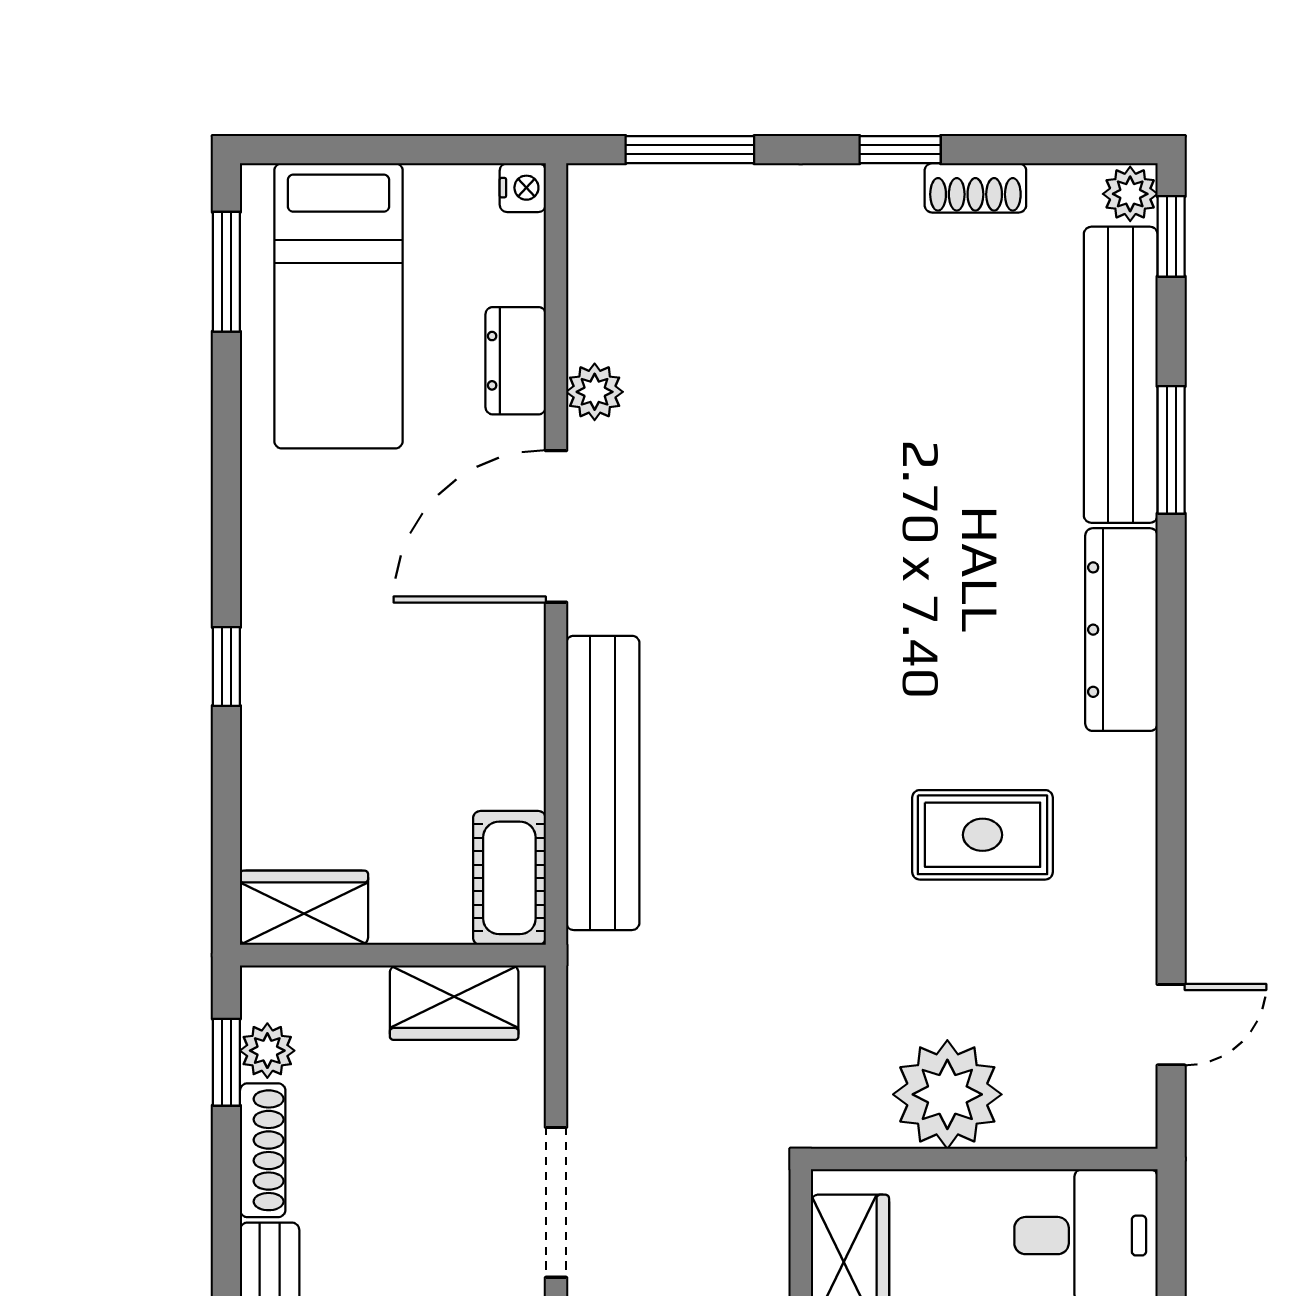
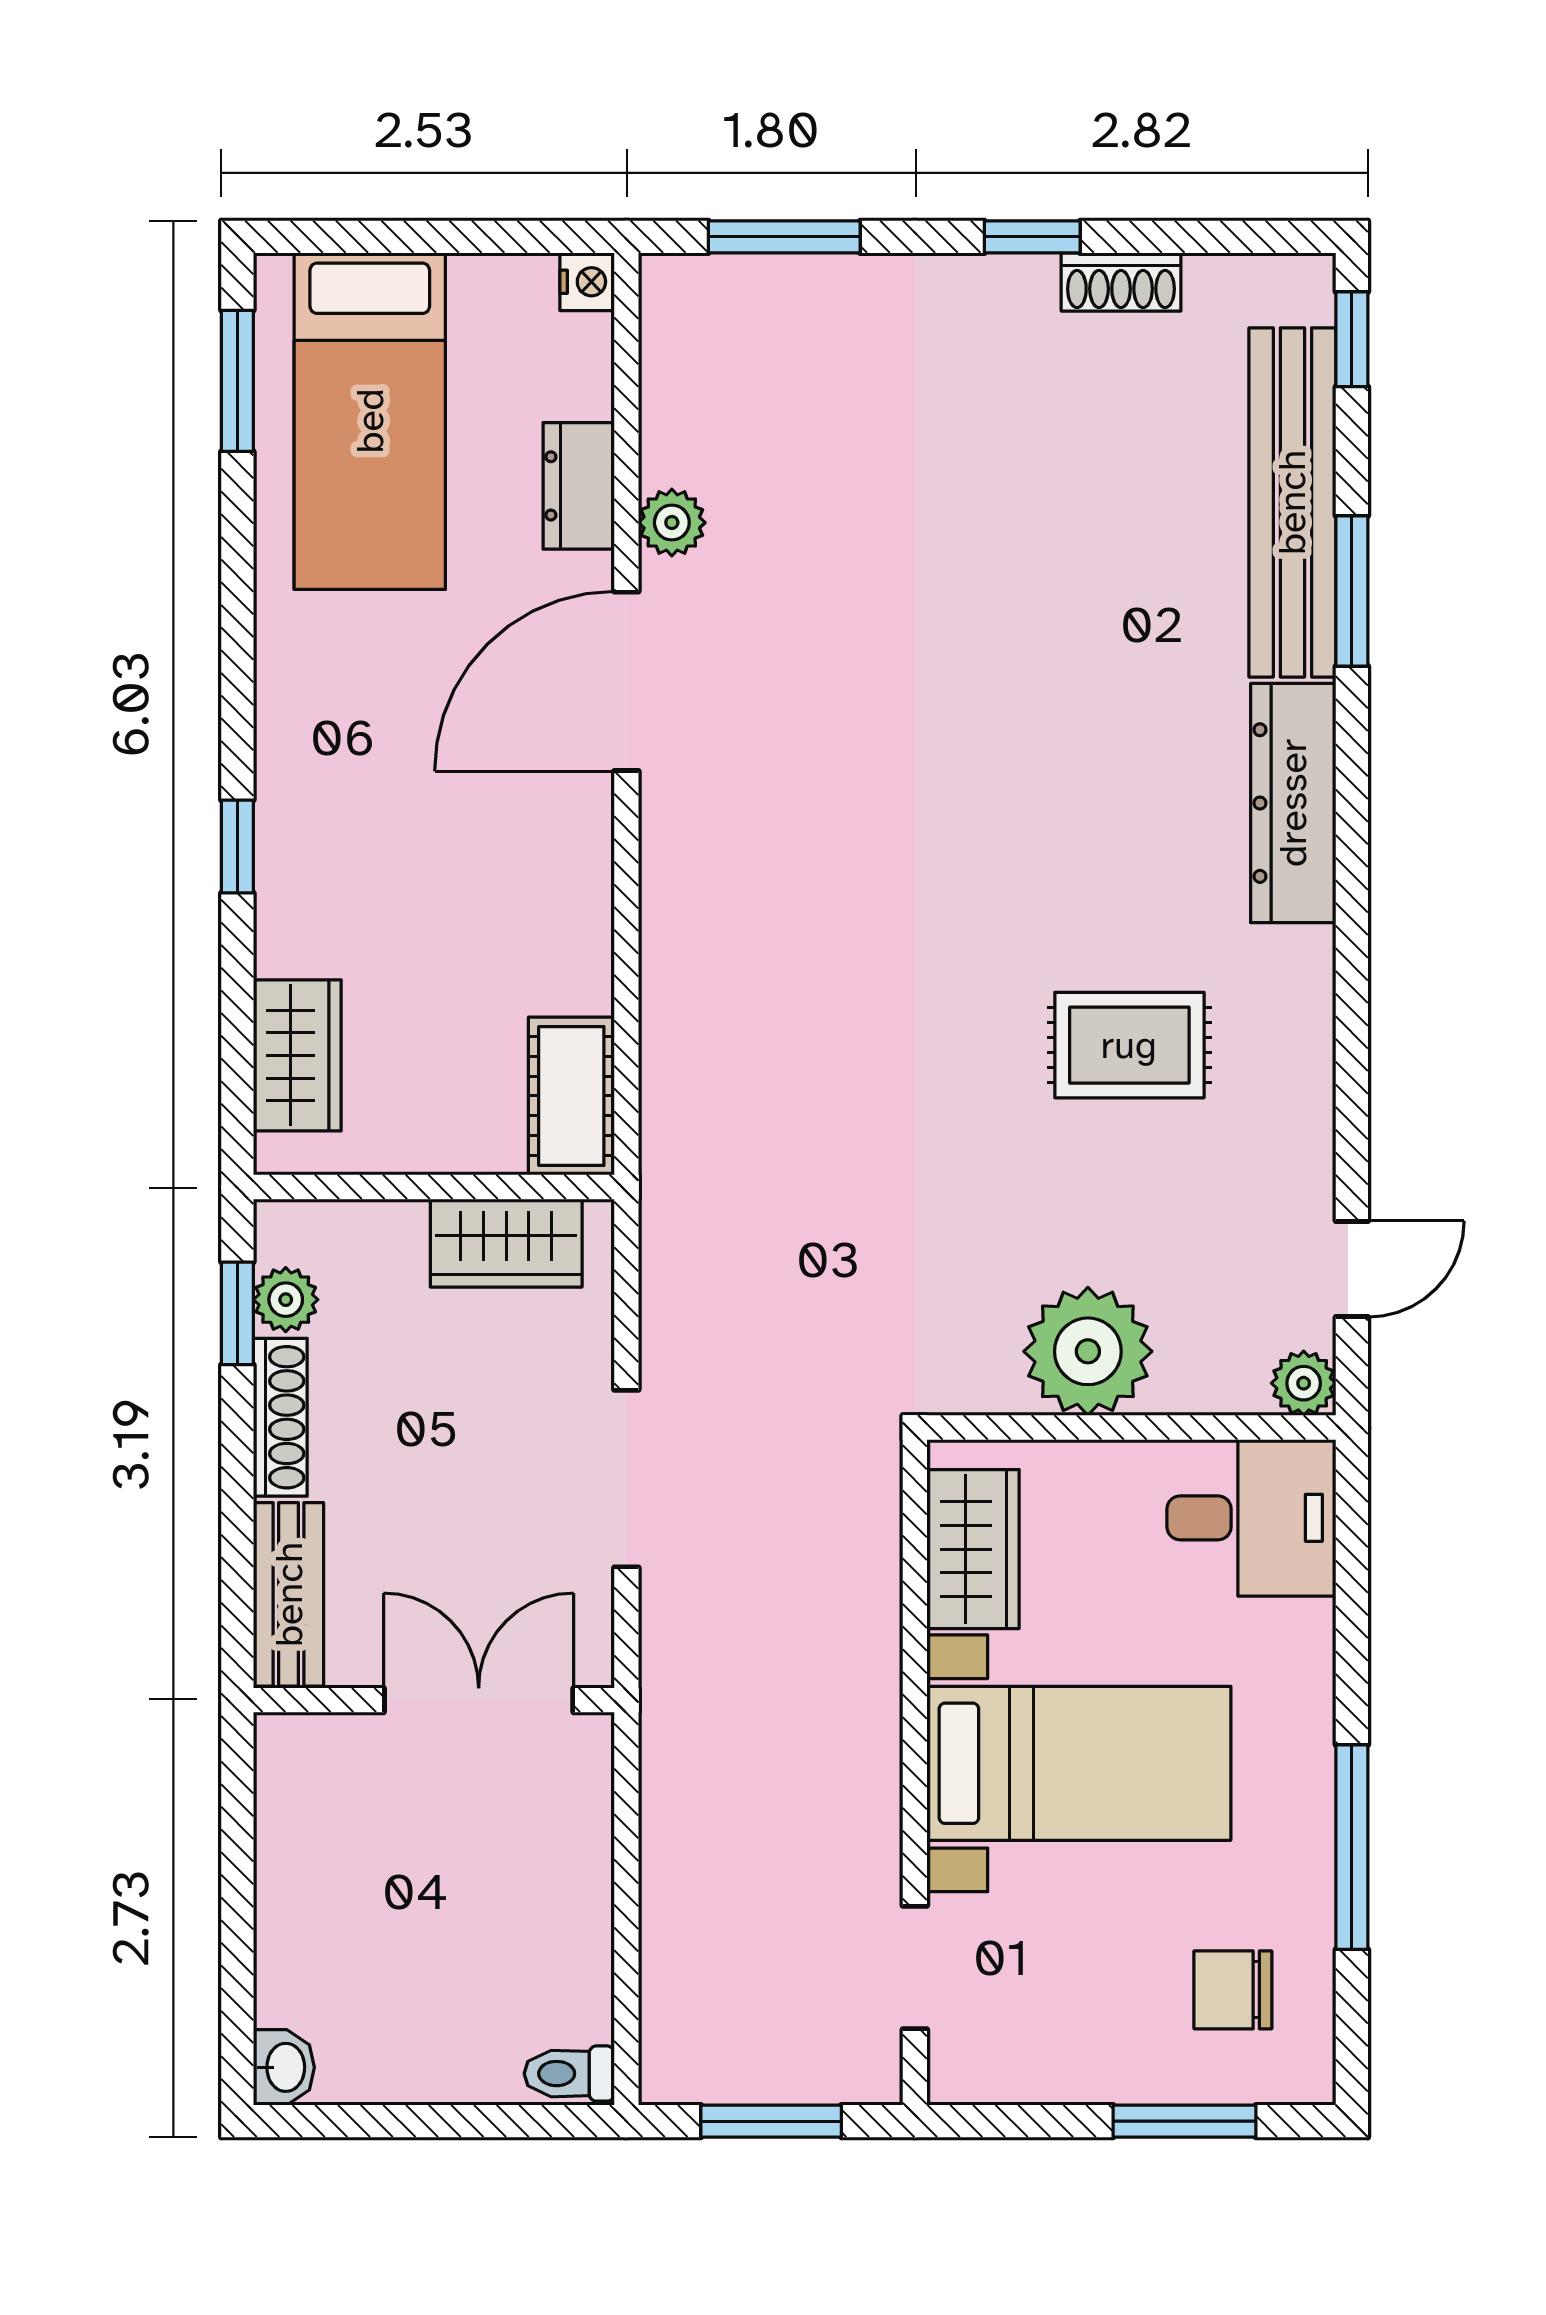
plant: (1130, 194) -> (1304, 1383), moved
bench: (603, 783) -> (682, 984), removed
wardrobe: (304, 908) -> (297, 1055), moved, turned 90

